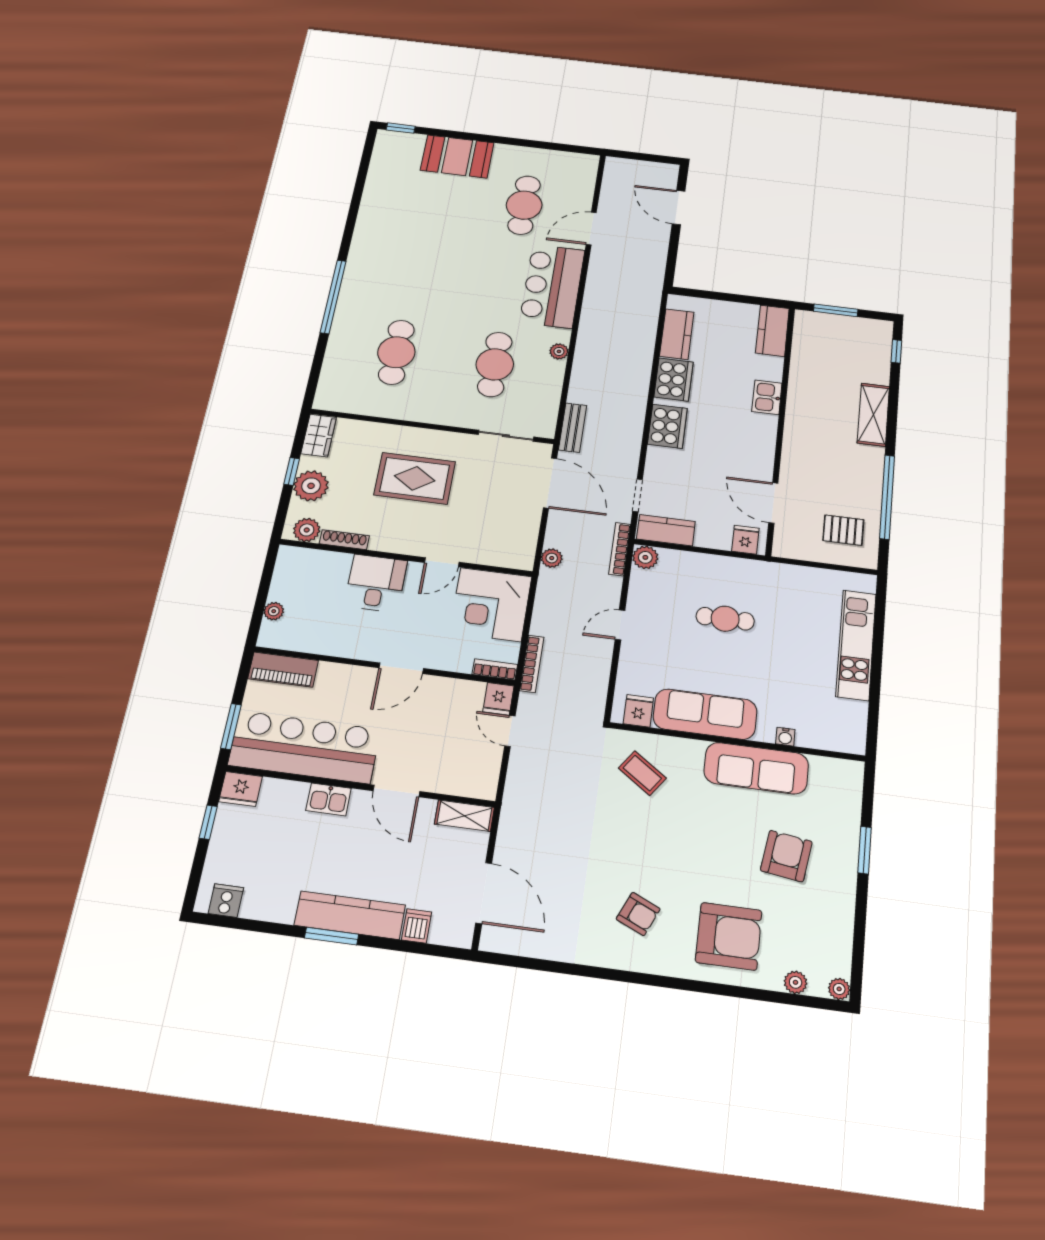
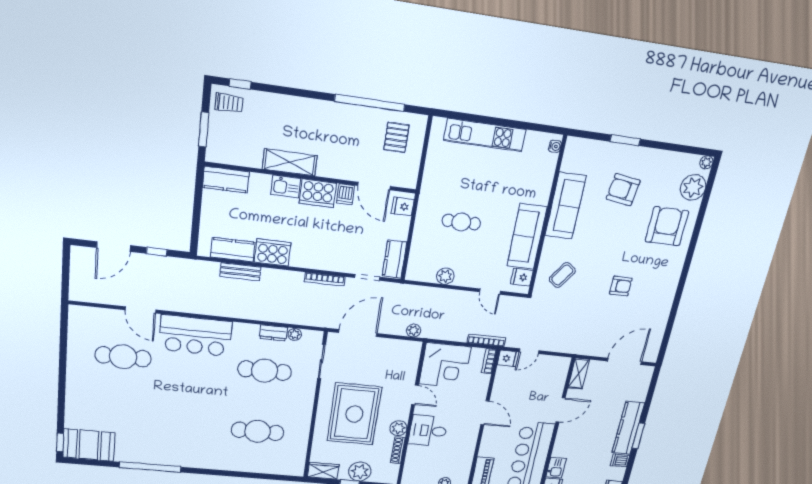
booth: (457, 156) -> (89, 445), moved, turned 90
window: (673, 251) -> (157, 252), added
window: (333, 297) -> (150, 467), moved
trolley: (872, 338) -> (229, 103), added
plant: (559, 351) -> (295, 334), moved
dresser: (554, 377) -> (273, 333), added
shelving: (873, 415) -> (290, 162), moved
cooker: (667, 426) -> (318, 193), moved, turned 180
bench: (573, 428) -> (240, 272), moved
dishwasher: (760, 468) -> (346, 194), added
rug: (415, 478) -> (354, 414), width x1.37, depth x1.44
door: (773, 503) -> (374, 186), hinge flipped
plant: (307, 530) -> (398, 428), moved
bookcase: (620, 549) -> (325, 279), moved
plant: (645, 557) -> (445, 276), moved
cafe table: (725, 619) -> (461, 222), turned 90
door: (620, 625) -> (490, 292), moved
water cooler: (785, 737) -> (555, 146), moved
kitchen sink: (329, 799) -> (556, 468), moved
armchair: (638, 914) -> (621, 286), moved, turned 66
dishwasher: (417, 926) -> (620, 460), moved
plant: (796, 982) -> (693, 187), width x1.87, depth x1.87

